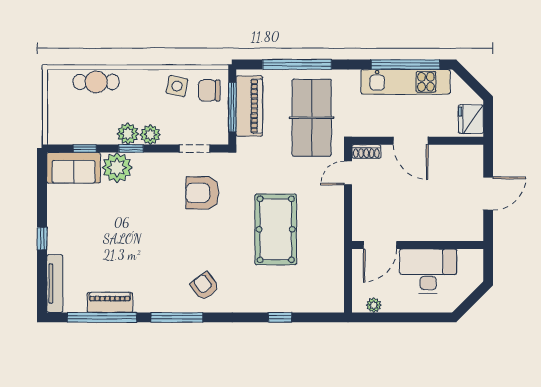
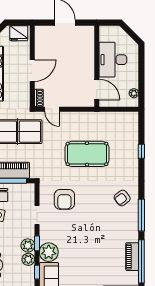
plant: (150, 135) -> (28, 259), moved
doorway: (194, 148) -> (37, 215), moved

